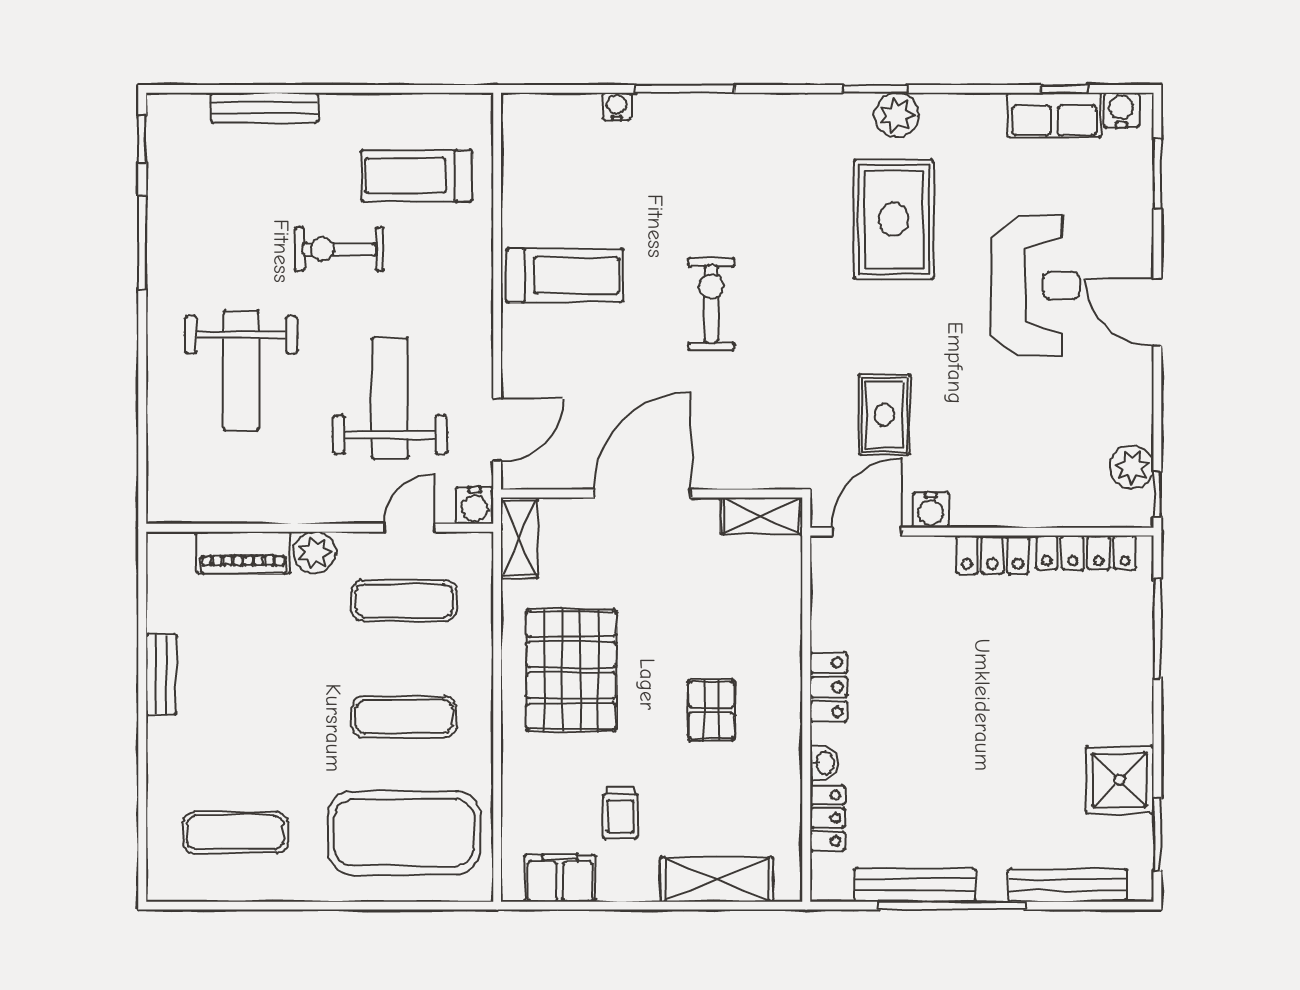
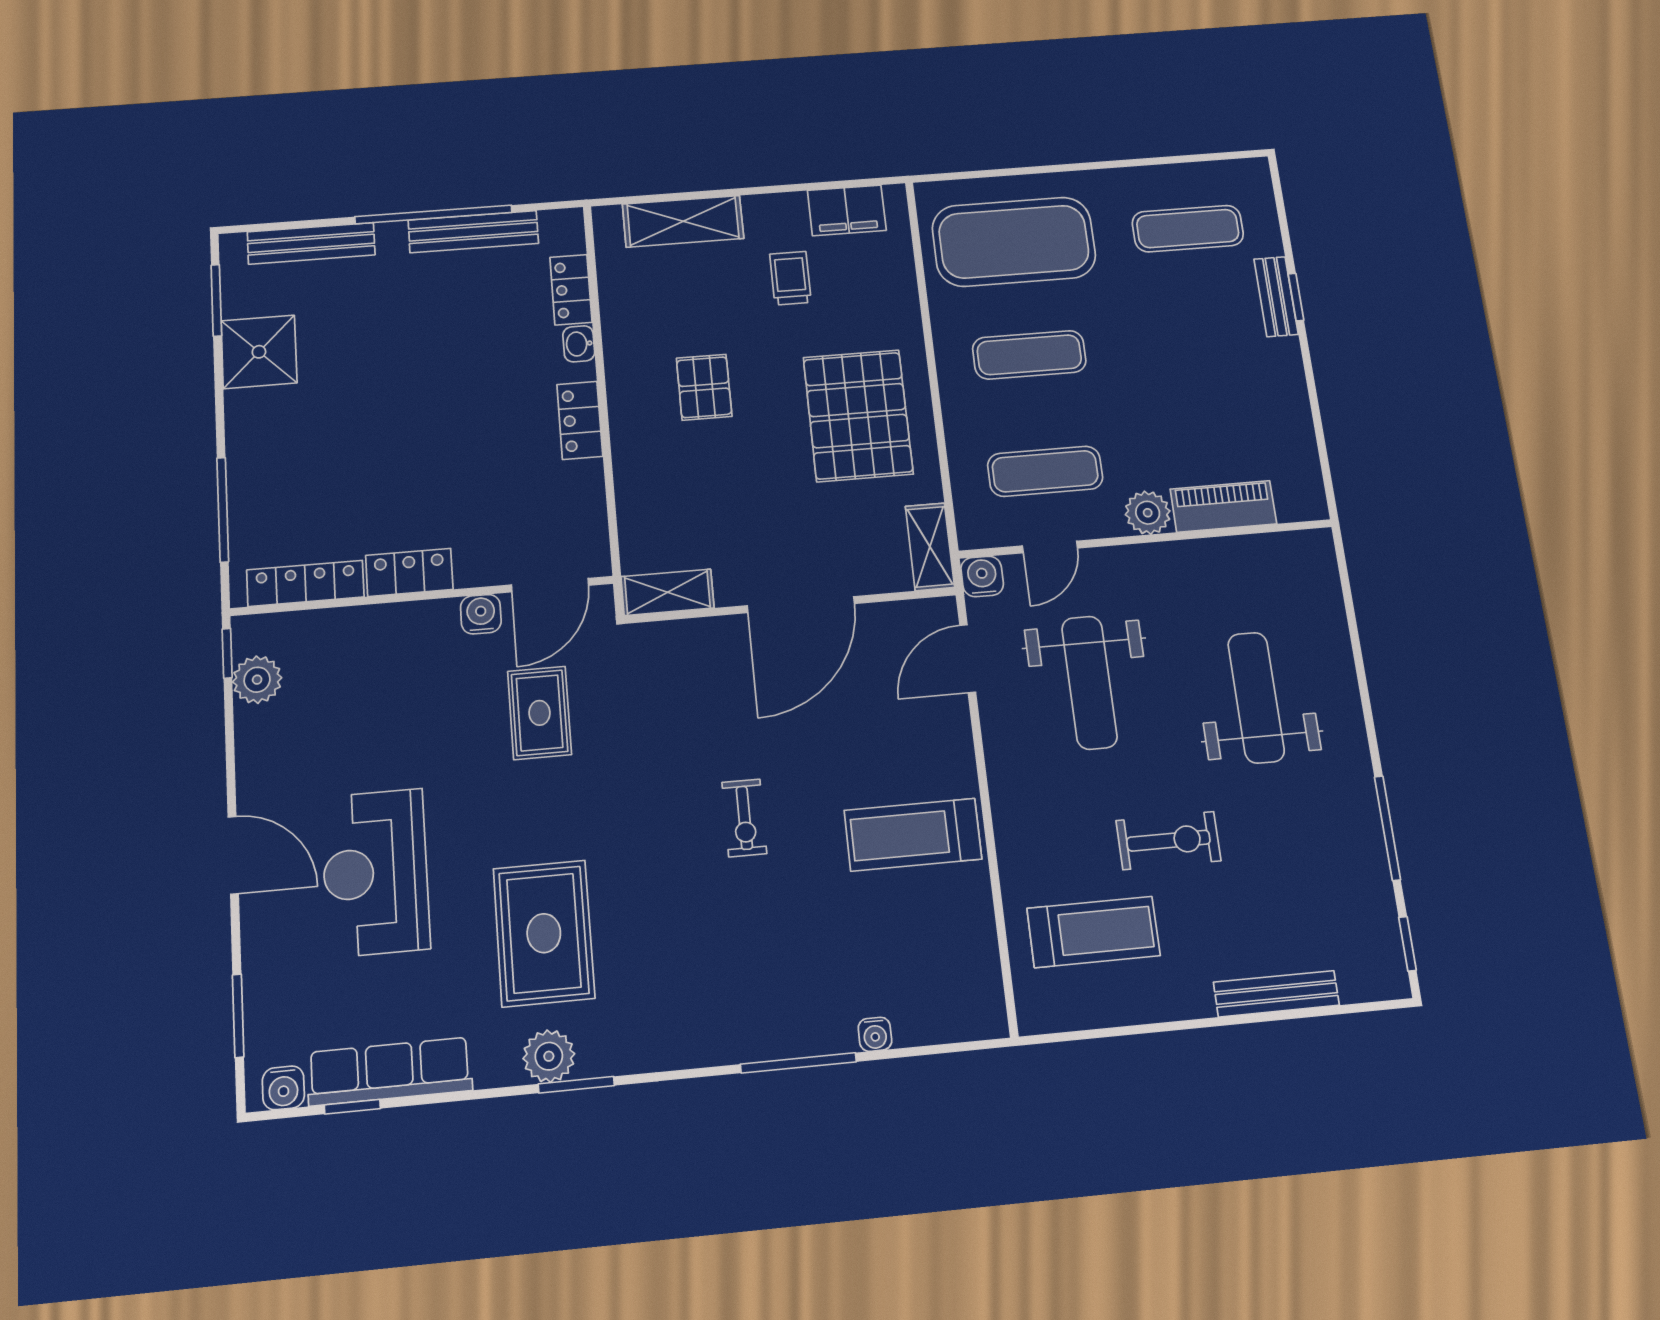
row of seats: (1054, 115) -> (390, 1071), width x1.48
exercise bike: (711, 304) -> (744, 818), width x0.73, depth x0.72
bench: (161, 674) -> (1276, 297), moved
window: (142, 754) -> (1296, 297), added

